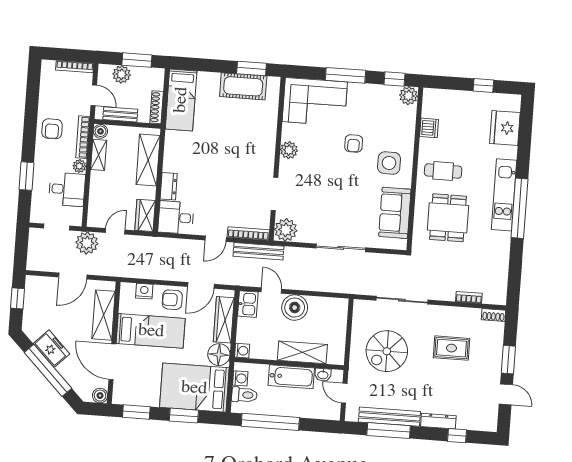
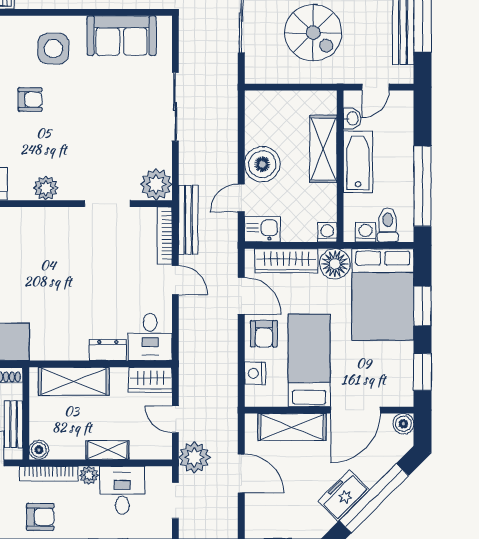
shelving: (99, 155) -> (107, 450), moved

